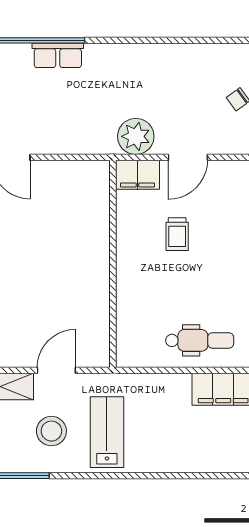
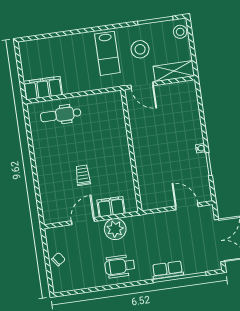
wheelchair: (137, 73) -> (120, 266), added
wall: (113, 264) -> (131, 150), moved
door: (56, 370) -> (142, 85), hinge flipped

